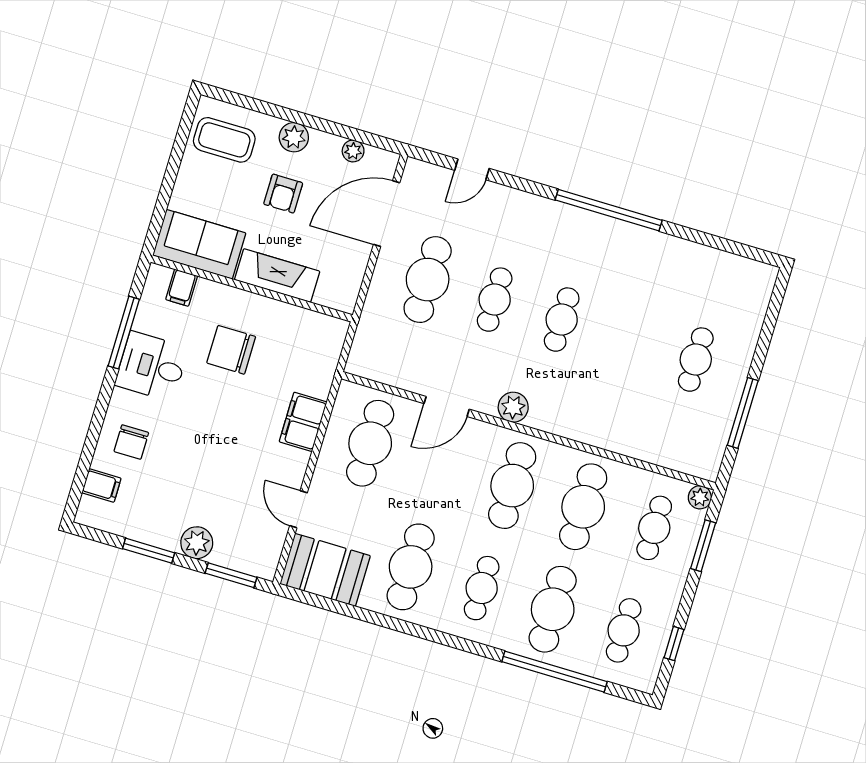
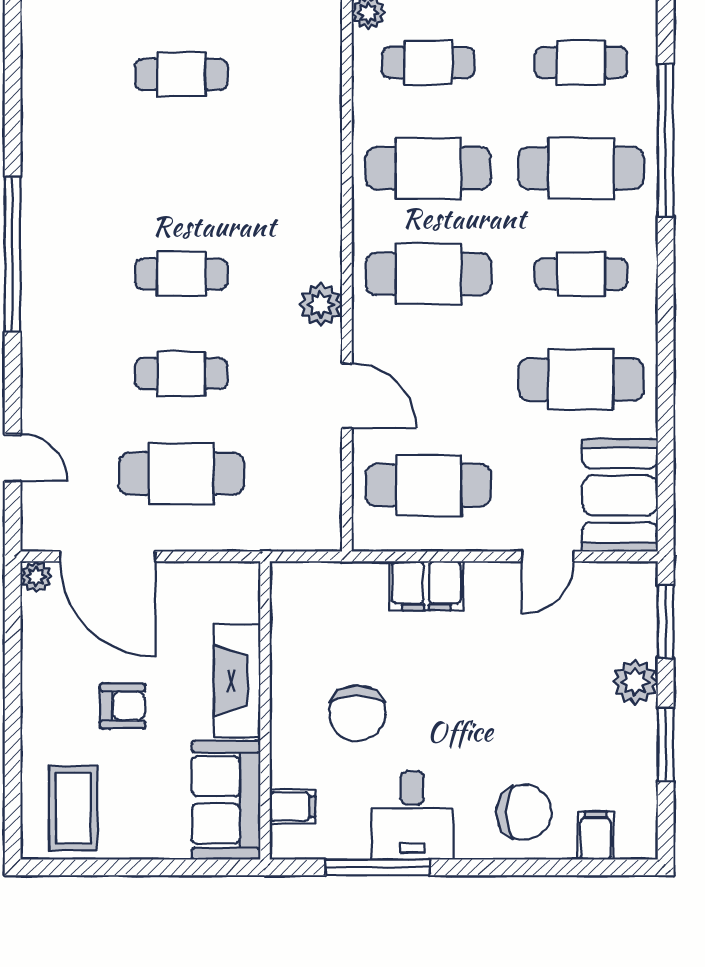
plant: (294, 137) -> (41, 714), removed
plant: (353, 151) -> (36, 577), moved
chair: (131, 442) -> (524, 812), width x1.37, depth x1.37

